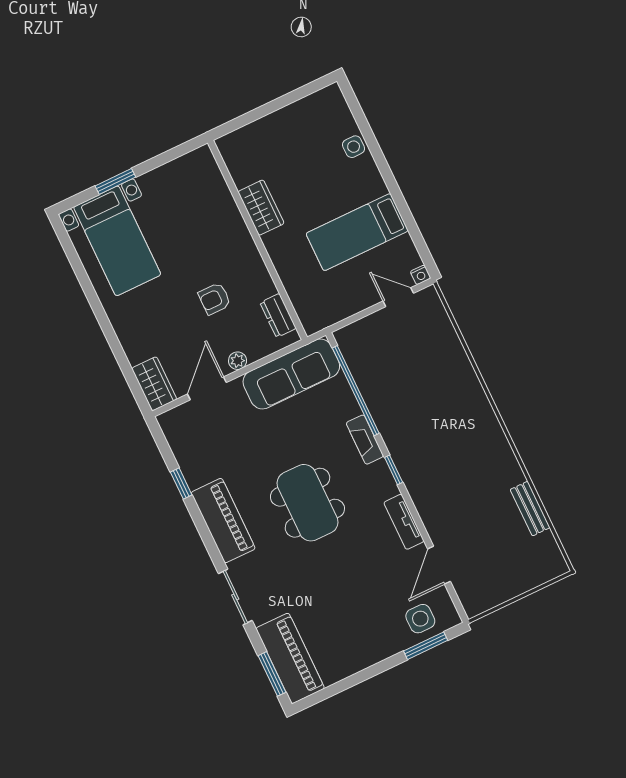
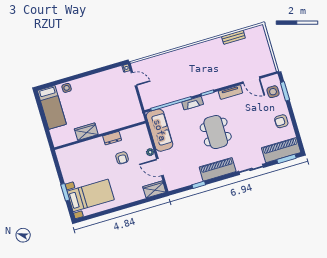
bed: (357, 232) -> (52, 107), moved
door: (398, 297) -> (134, 79), swing flipped
dresser: (278, 315) -> (112, 138), moved
dining table: (307, 503) -> (216, 132), turned 90
armchair: (356, 648) -> (281, 121), added

